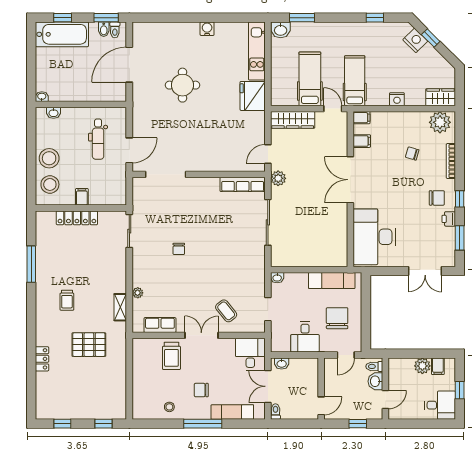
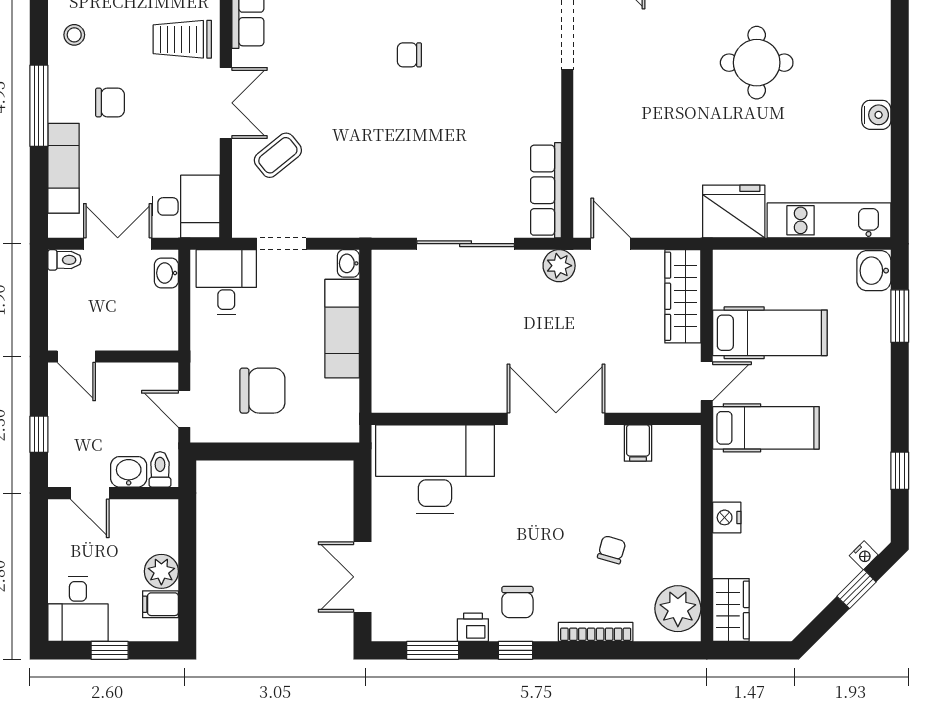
nightstand: (415, 40) -> (864, 555), width x0.53, depth x0.56
filing cabinet: (362, 118) -> (688, 442), removed
exam couch: (332, 281) -> (342, 329), moved
desk: (305, 337) -> (226, 282), moved, turned 90
chair: (201, 390) -> (110, 102), turned 90

